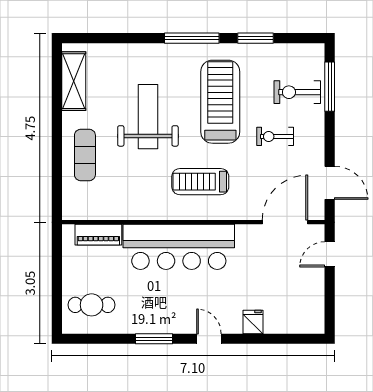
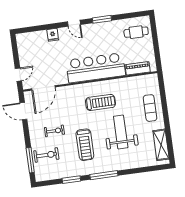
treadmill: (220, 102) -> (85, 145), width x0.73, depth x0.73
weight bench: (148, 117) -> (121, 132), turned 180
treadmill: (200, 182) -> (100, 102), moved

